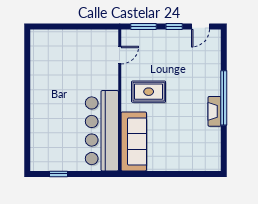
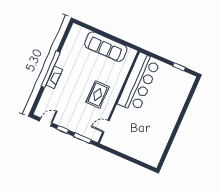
rug: (149, 92) -> (98, 95), turned 90
fireplace: (215, 111) -> (54, 77), moved
sofa: (134, 141) -> (106, 47), moved, turned -90

